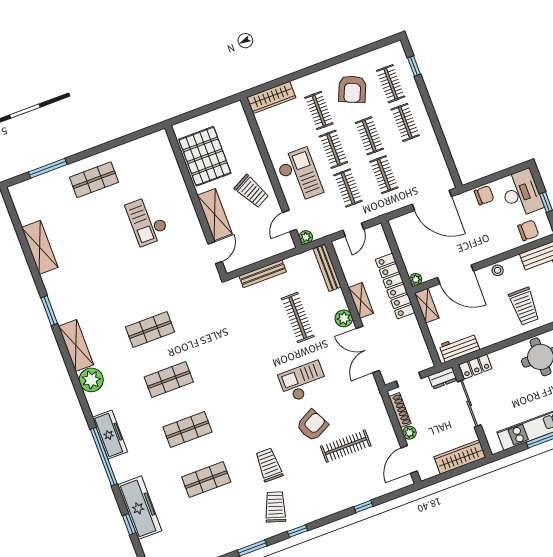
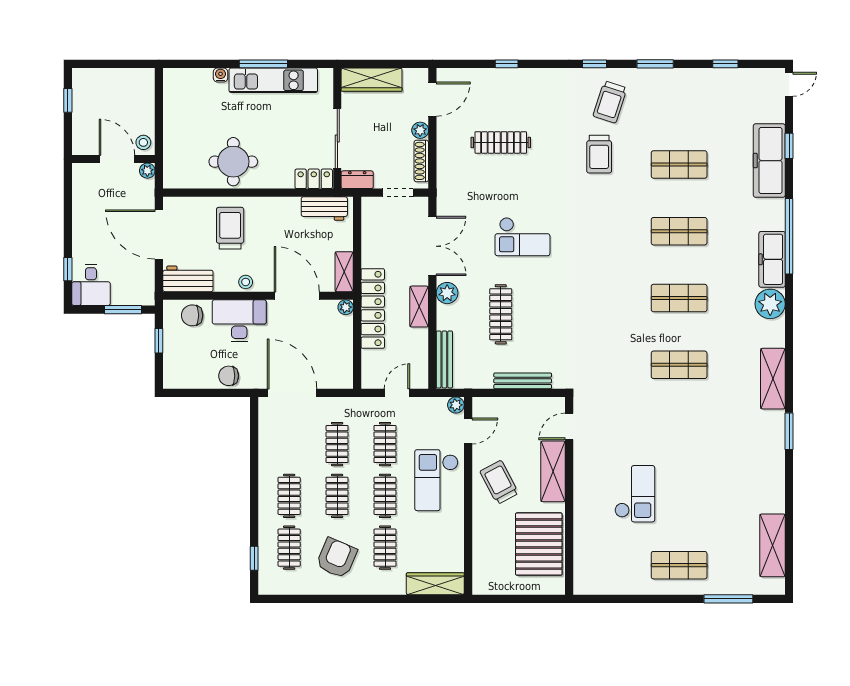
desk: (521, 193) -> (239, 321), moved, turned 90
shelving: (40, 247) -> (772, 545), moved
plant: (91, 380) -> (770, 304), moved
armchair: (312, 425) -> (531, 181), removed

